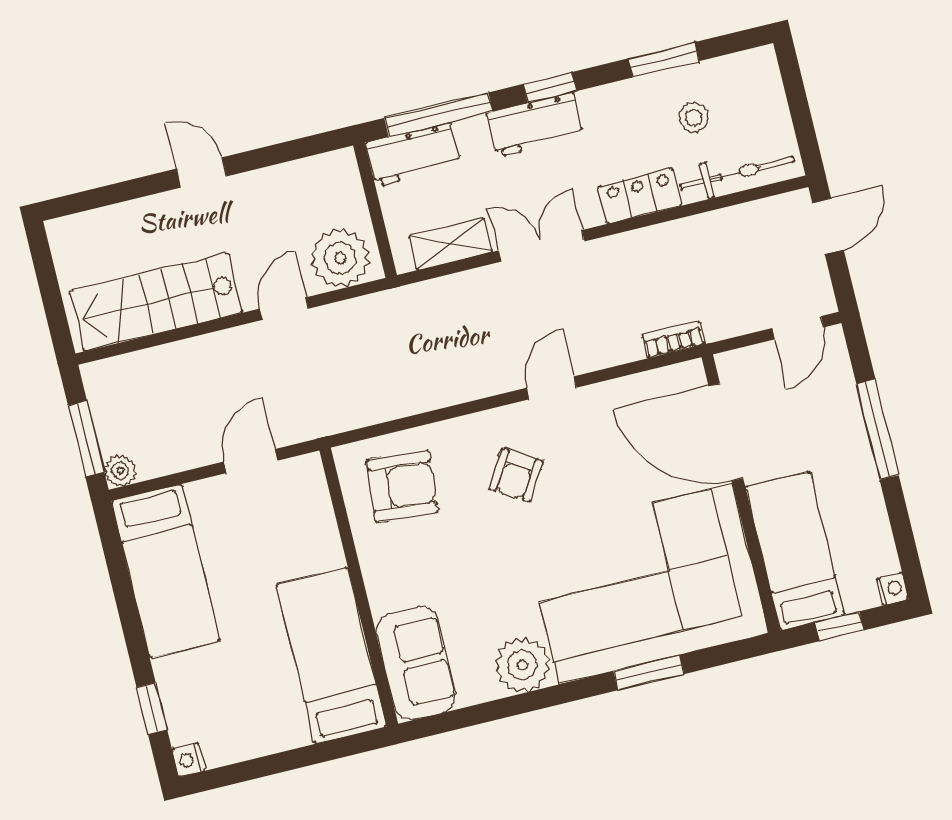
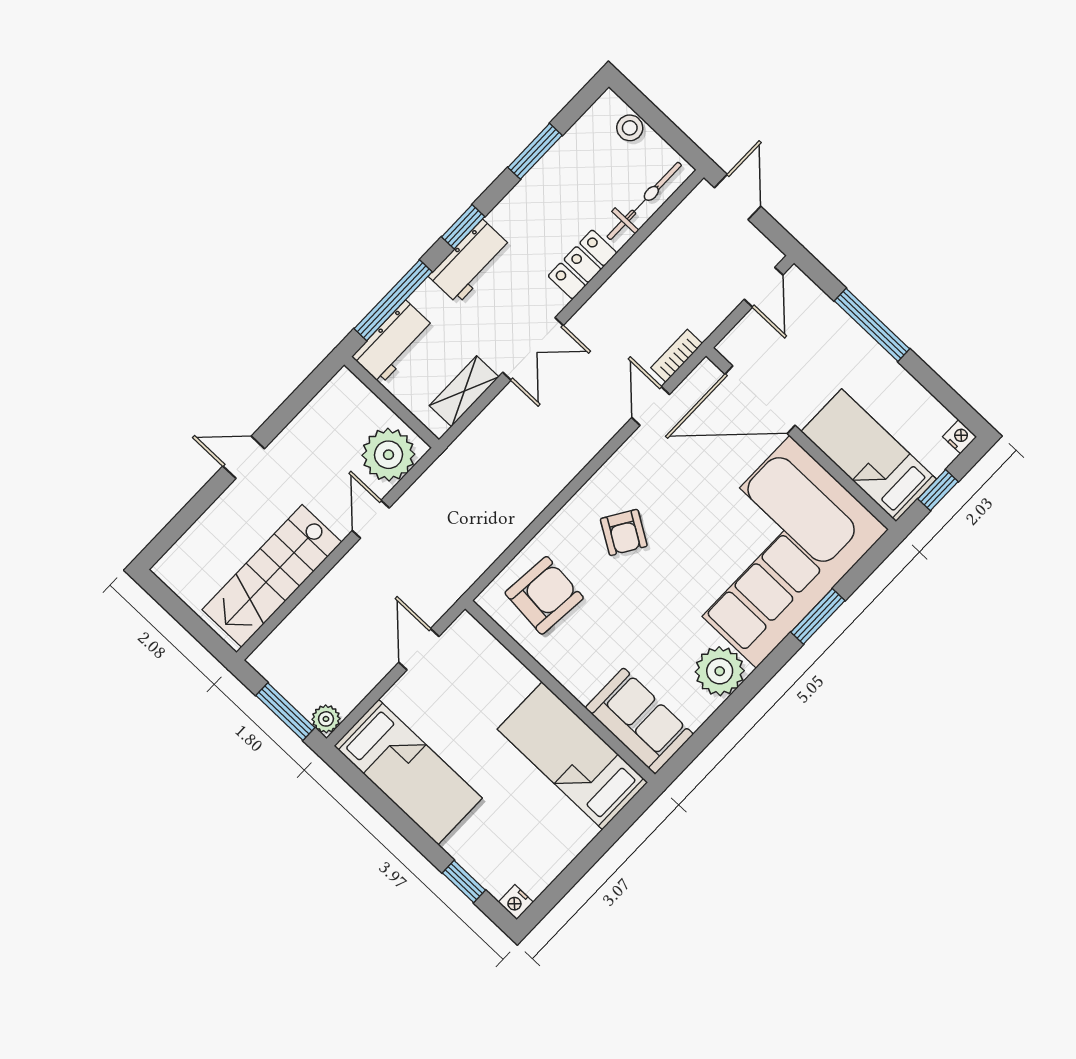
stool: (693, 117) -> (630, 128), moved
double door: (542, 246) -> (533, 349), swing flipped
door: (551, 388) -> (651, 406), moved

